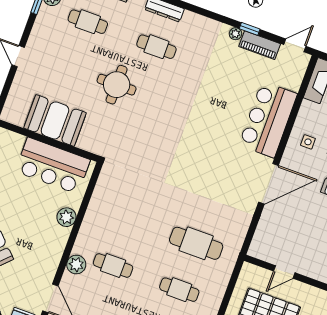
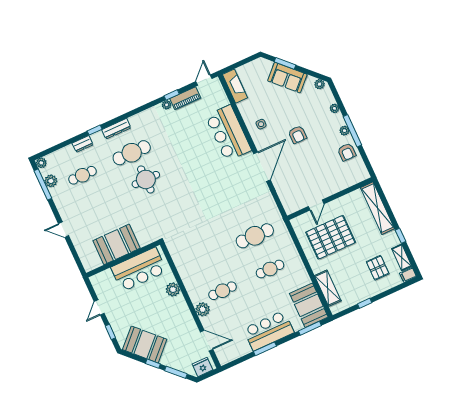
cafe table: (156, 47) -> (132, 153), width x1.37, depth x1.35
round table: (117, 85) -> (146, 179), moved

